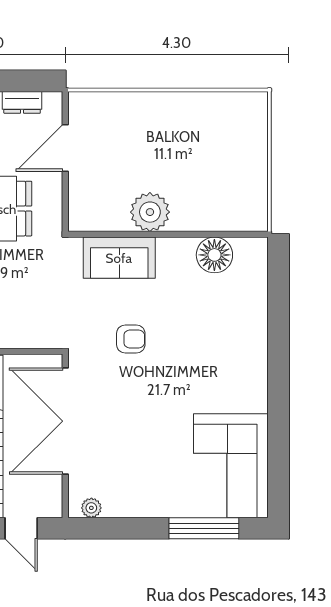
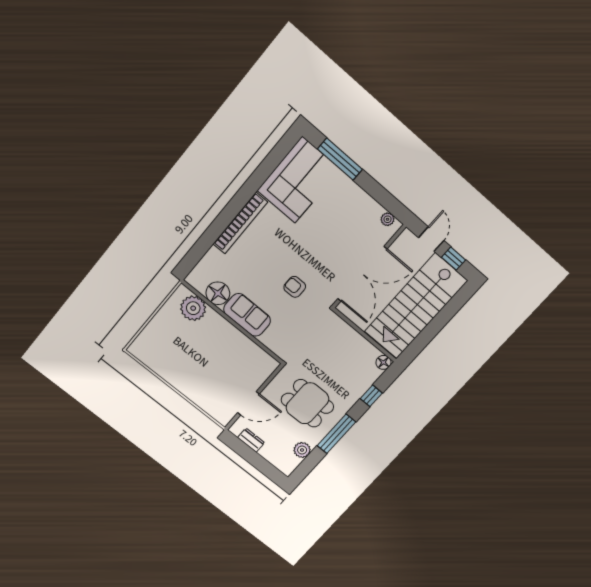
plant: (150, 212) -> (193, 308), moved
sofa: (119, 258) -> (247, 315), moved
bookcase: (256, 360) -> (240, 223), added

